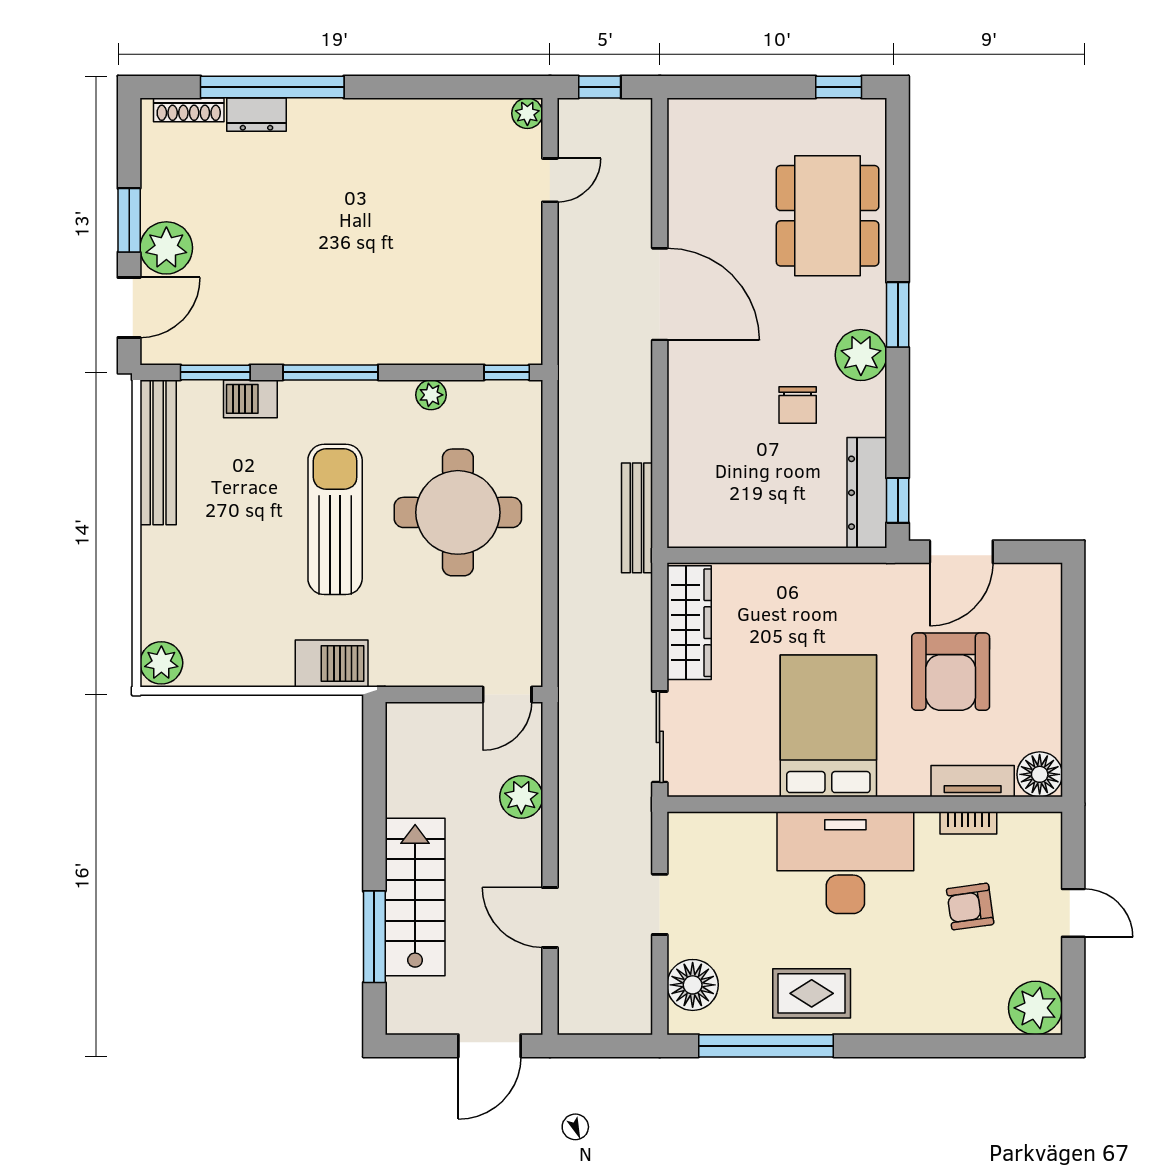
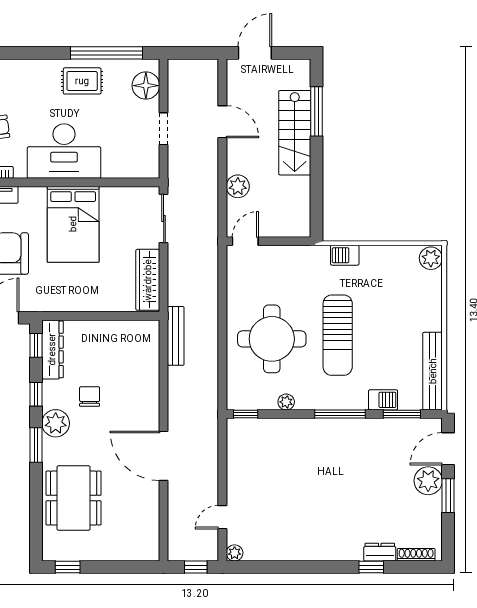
window: (272, 87) -> (371, 567), width x0.32
window: (898, 409) -> (36, 394), added
barbecue: (332, 663) -> (345, 255), width x0.73, depth x0.79

